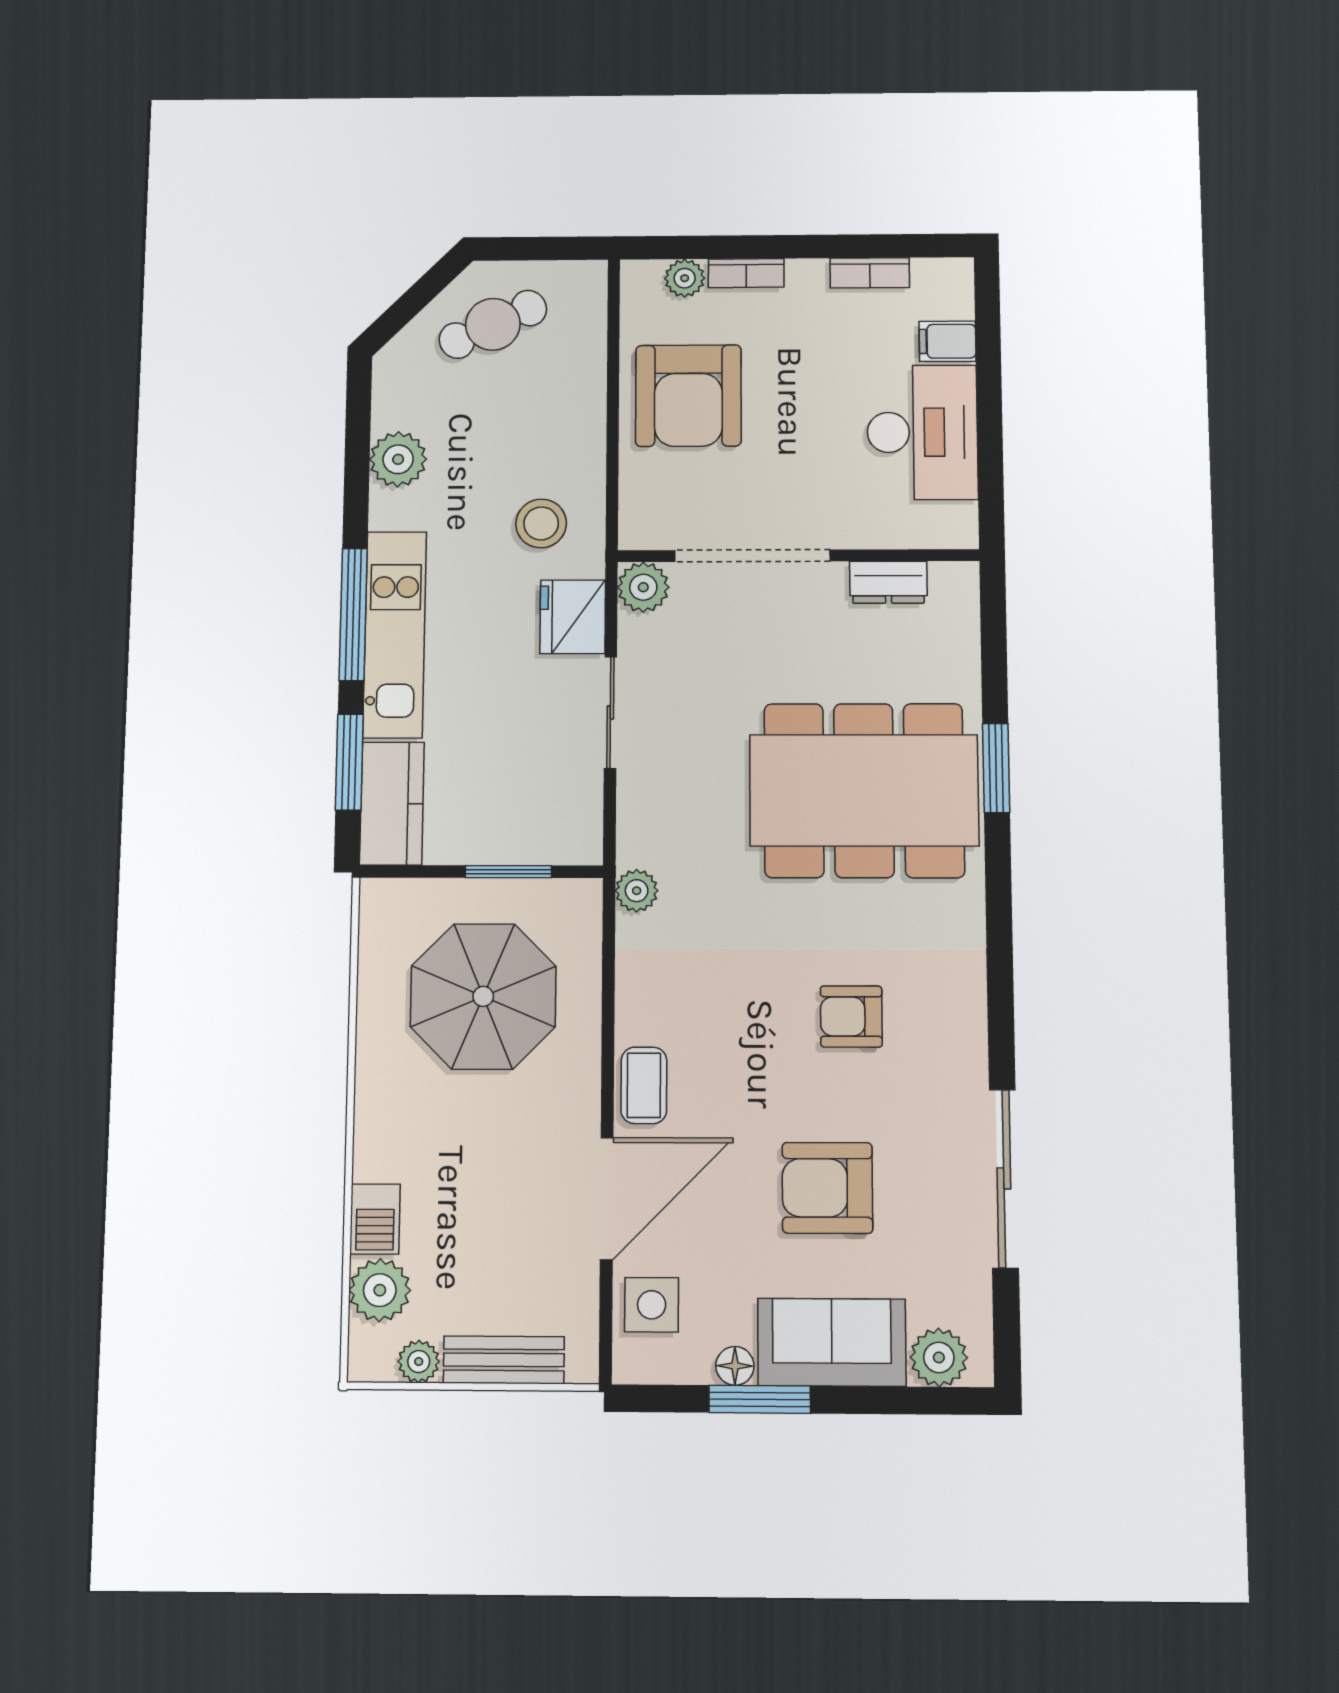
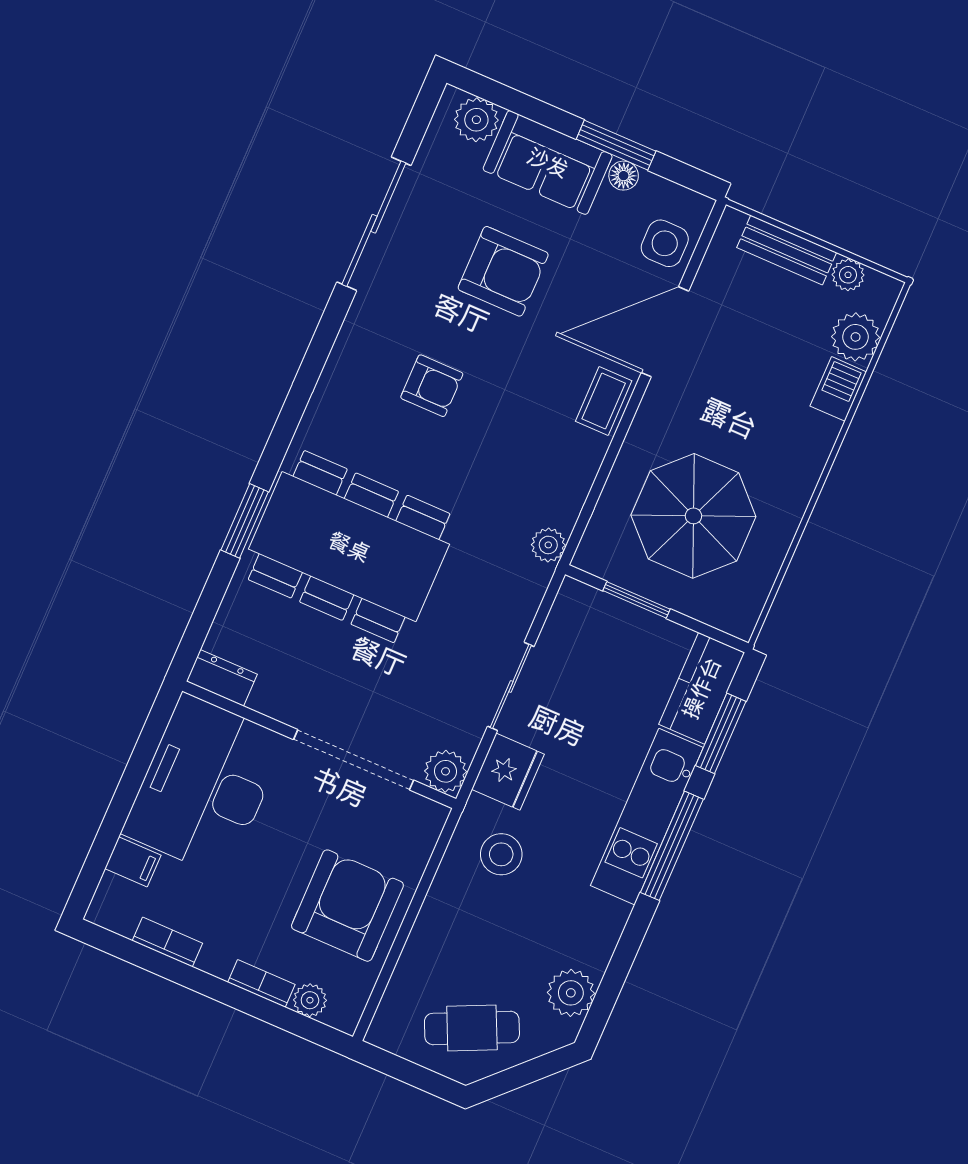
desk: (922, 432) -> (205, 785), width x1.36, depth x1.30
plant: (398, 459) -> (571, 993), moved
dresser: (888, 582) -> (222, 678), moved

